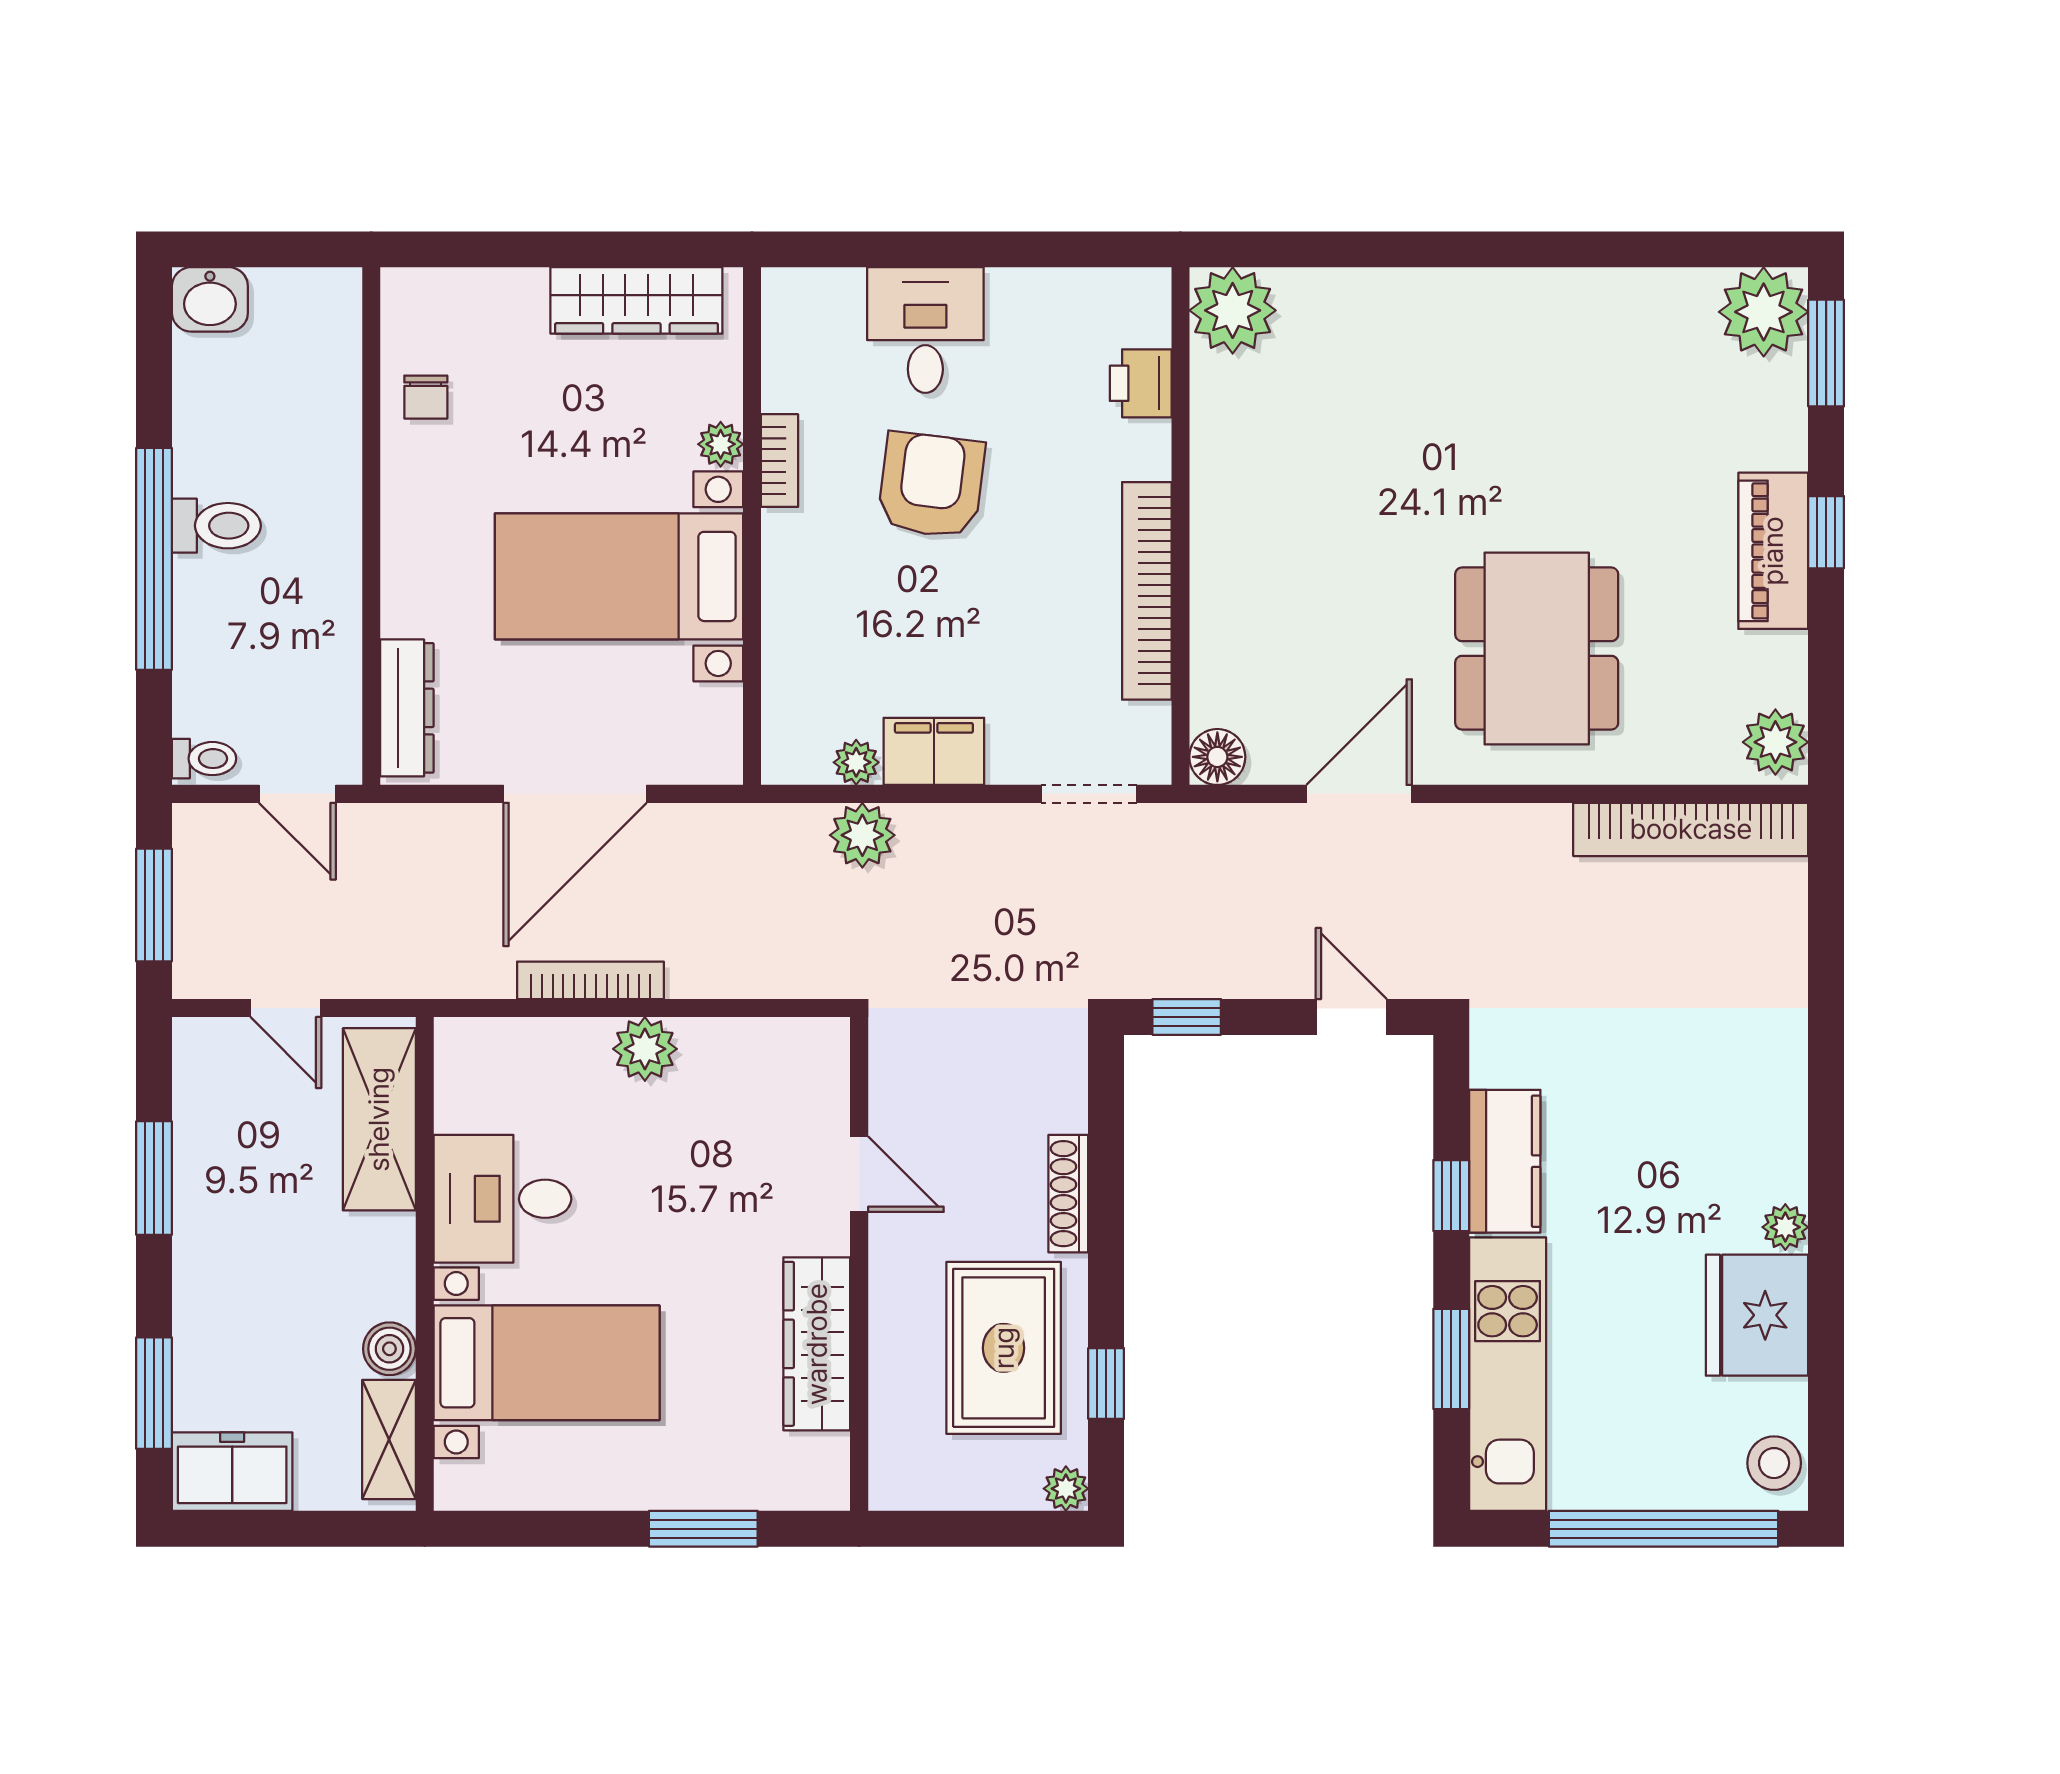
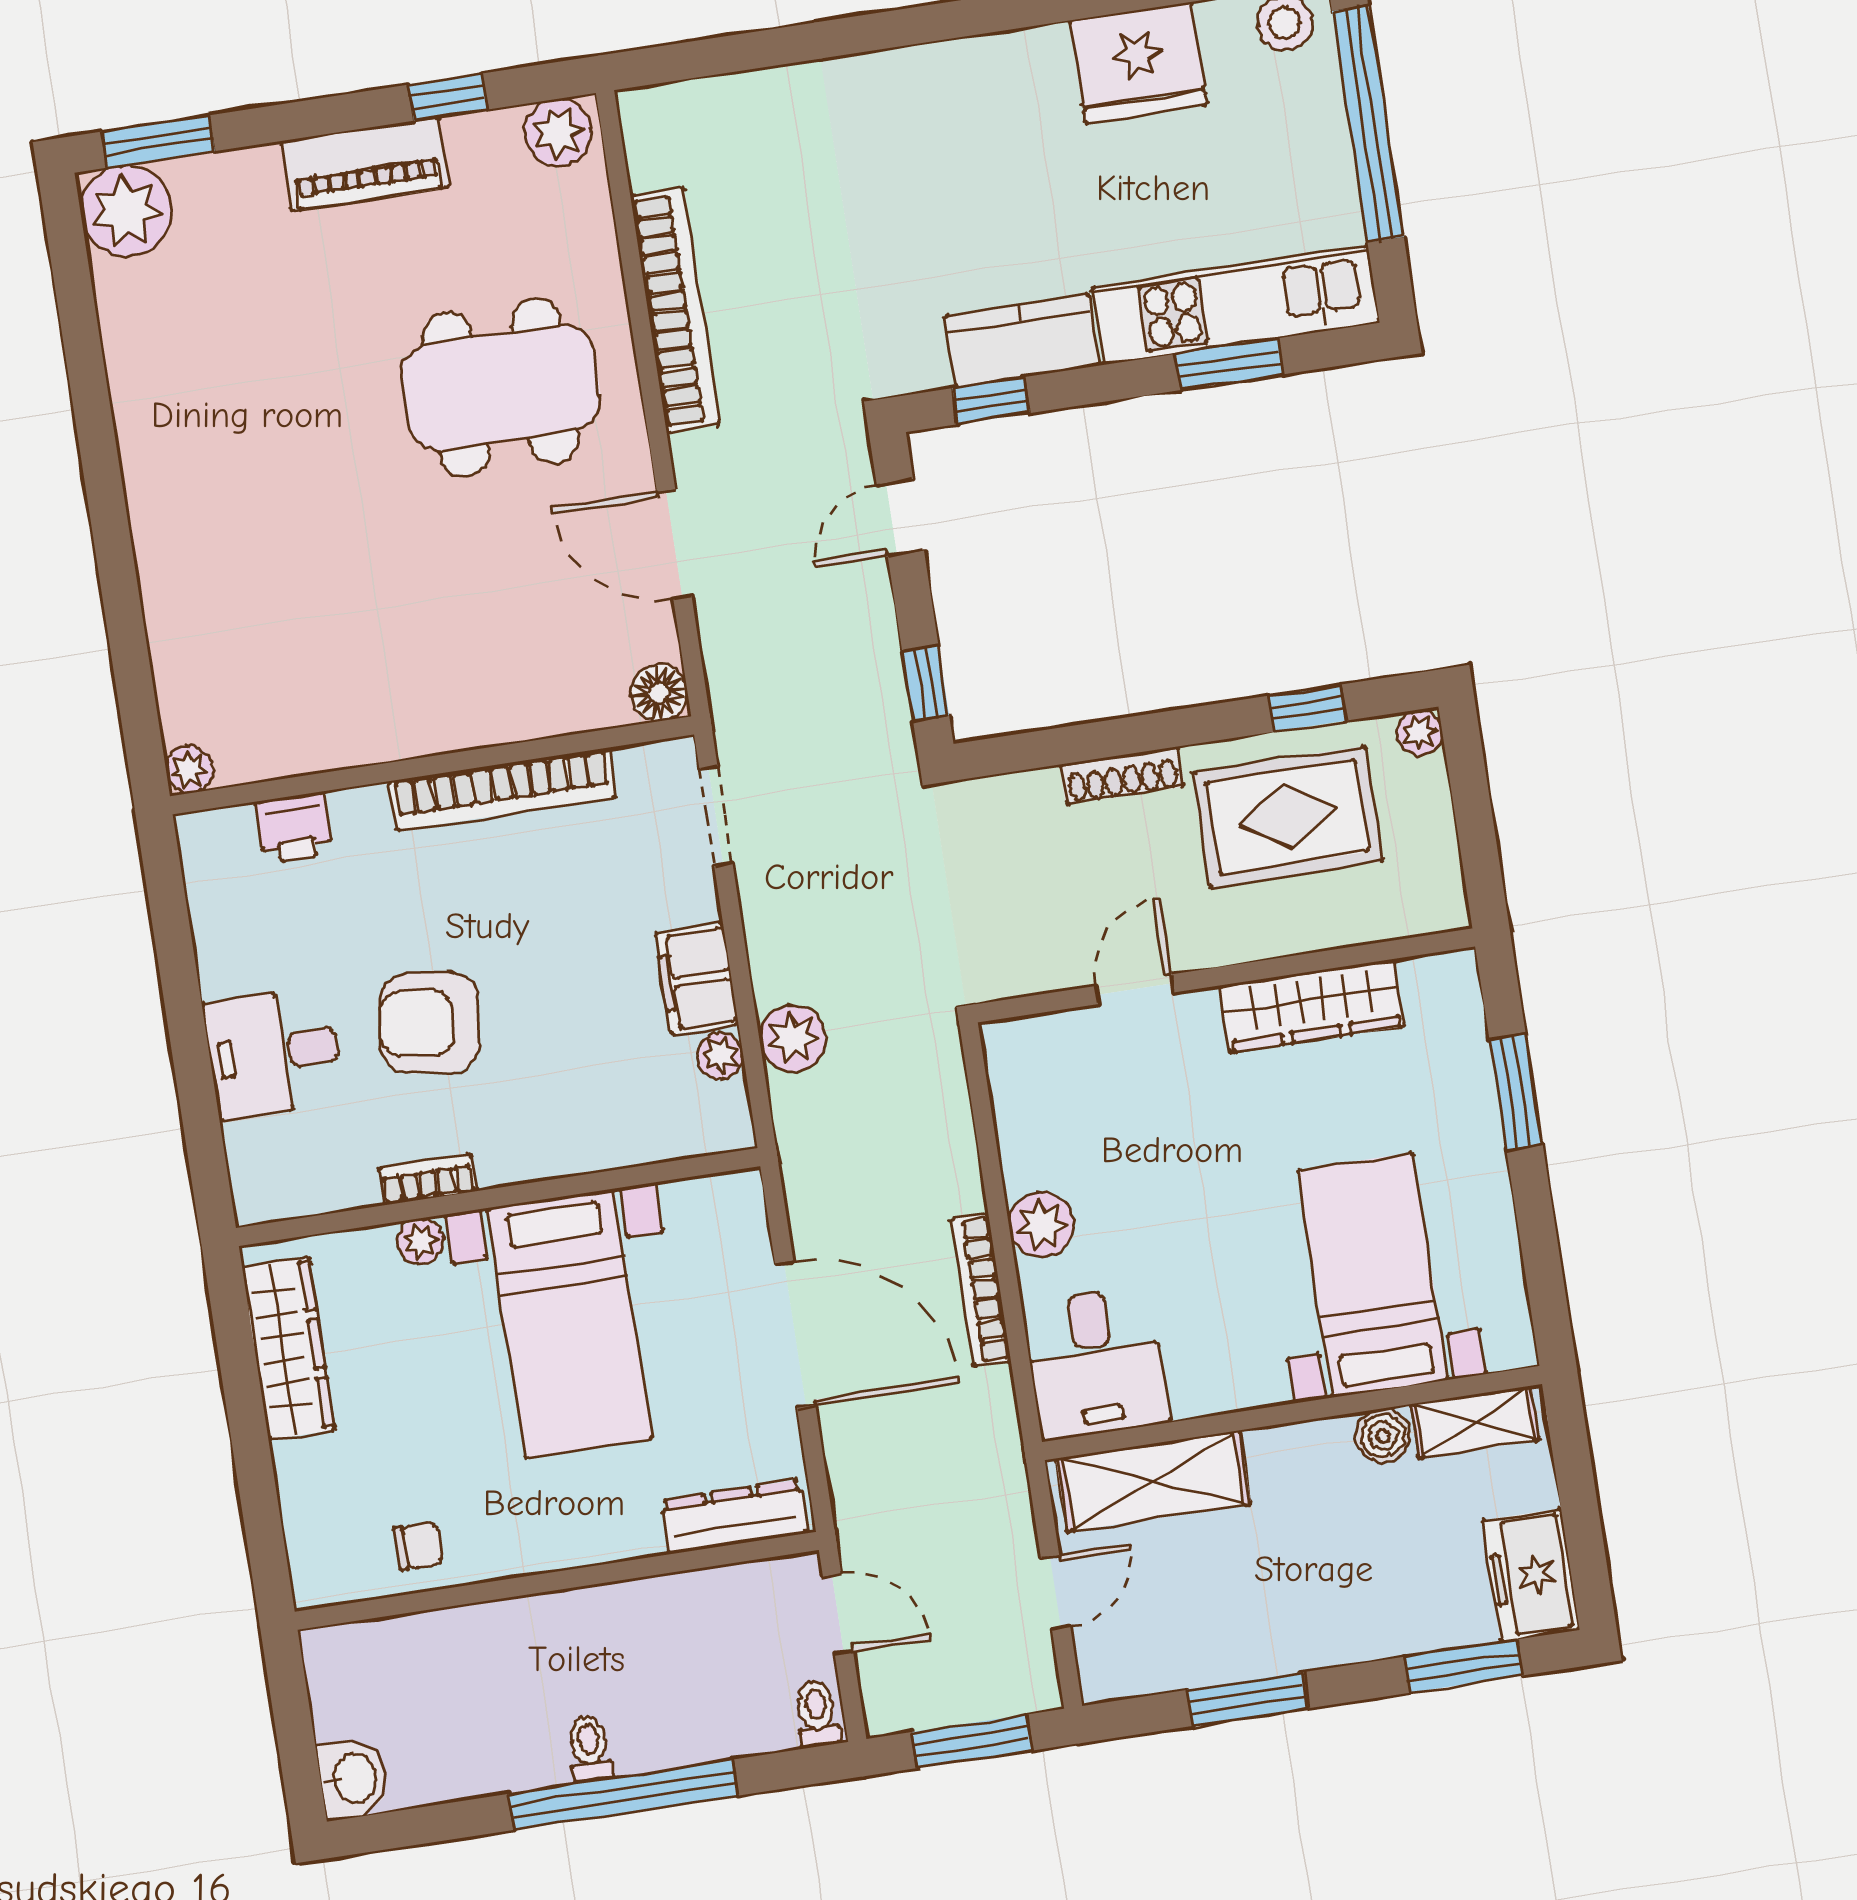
plant: (1233, 310) -> (189, 770), width x0.53, depth x0.53
toilet: (216, 526) -> (590, 1748), width x0.73, depth x0.72
window: (1826, 532) -> (448, 97), moved
door: (297, 794) -> (838, 1614), hinge flipped
bookcase: (1691, 829) -> (675, 310), moved
window: (1451, 1196) -> (991, 401), moved
desk: (502, 1199) -> (1095, 1363), moved
plant: (1785, 1227) -> (1045, 48), removed

